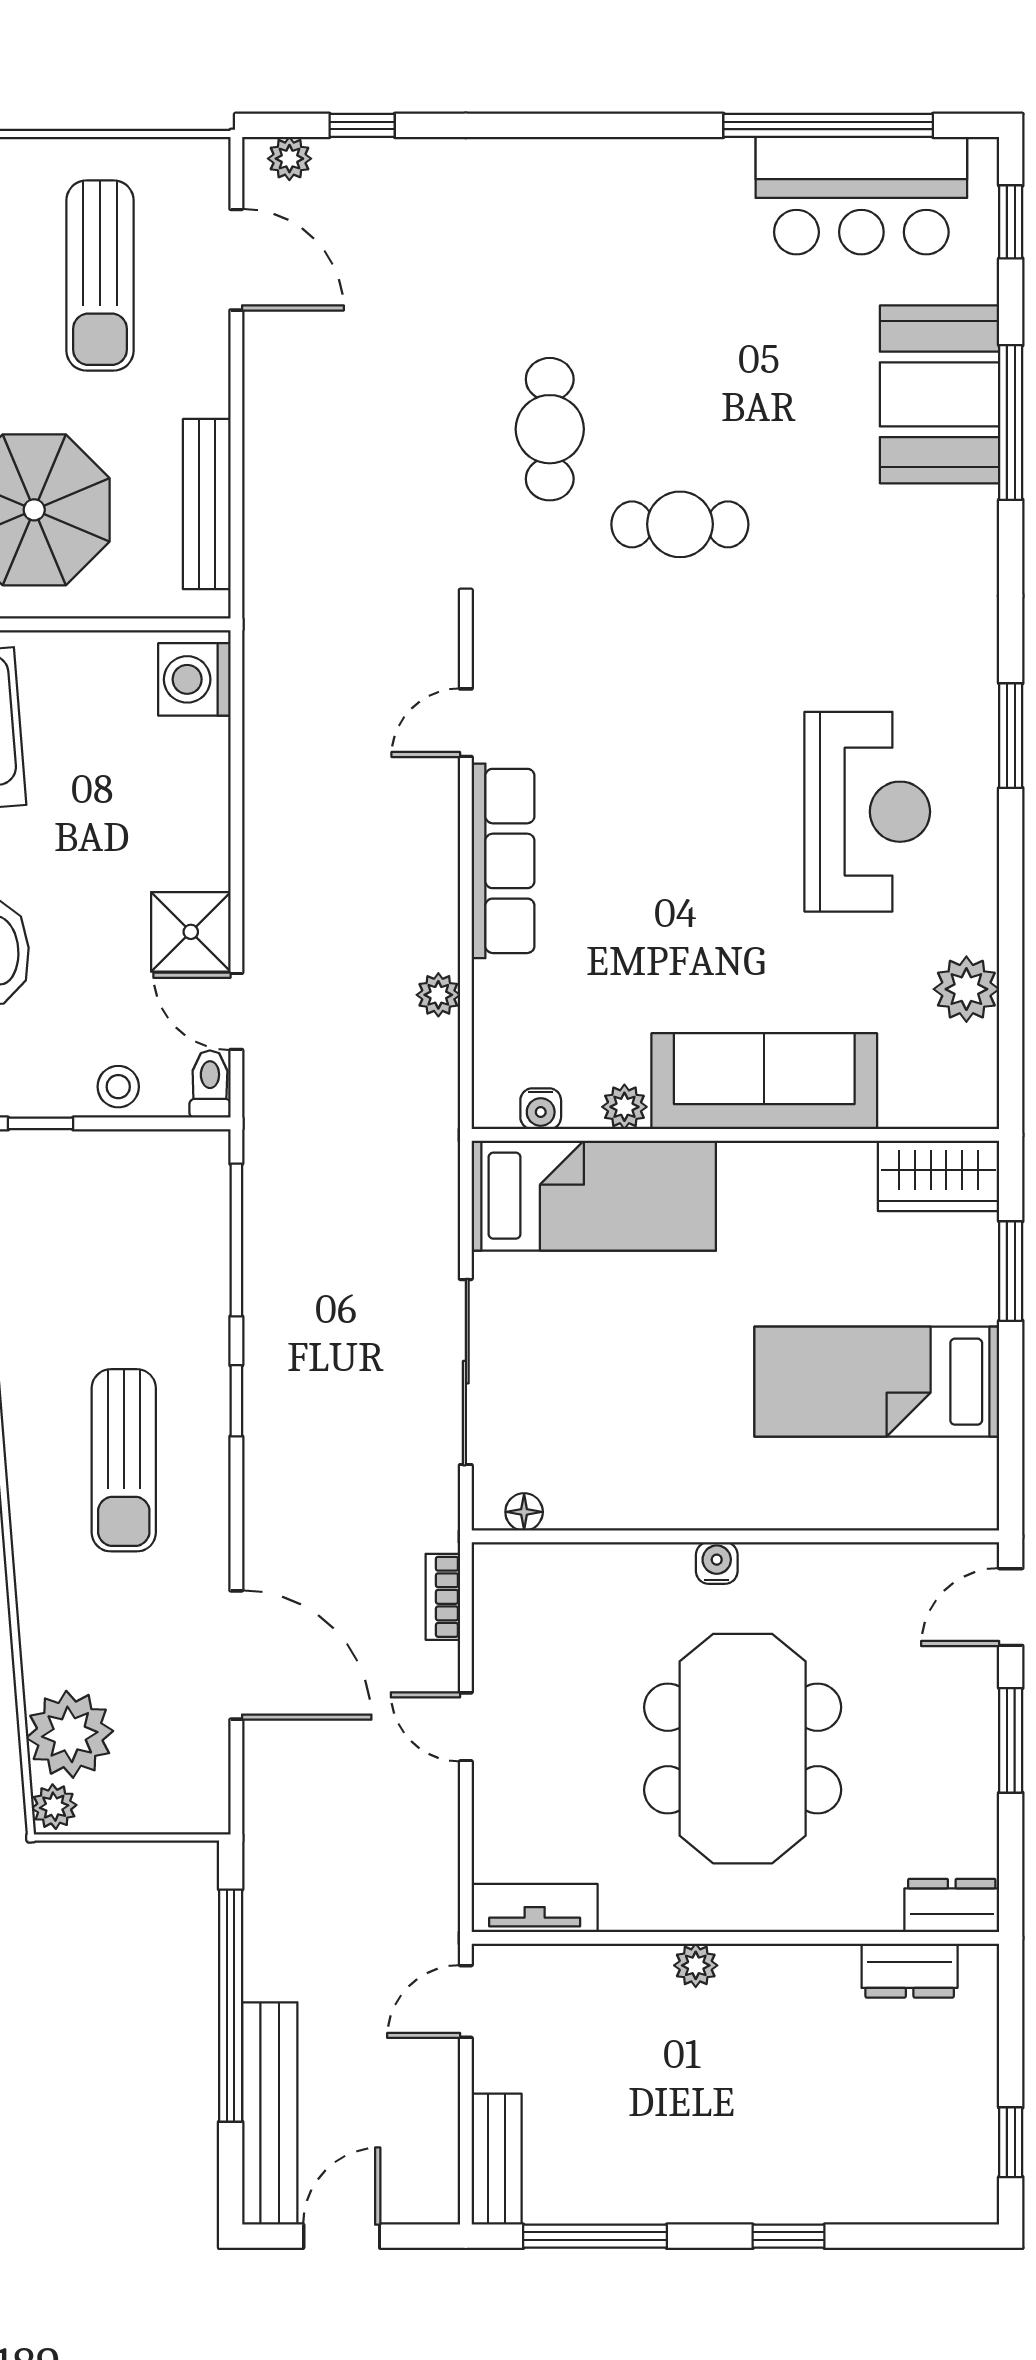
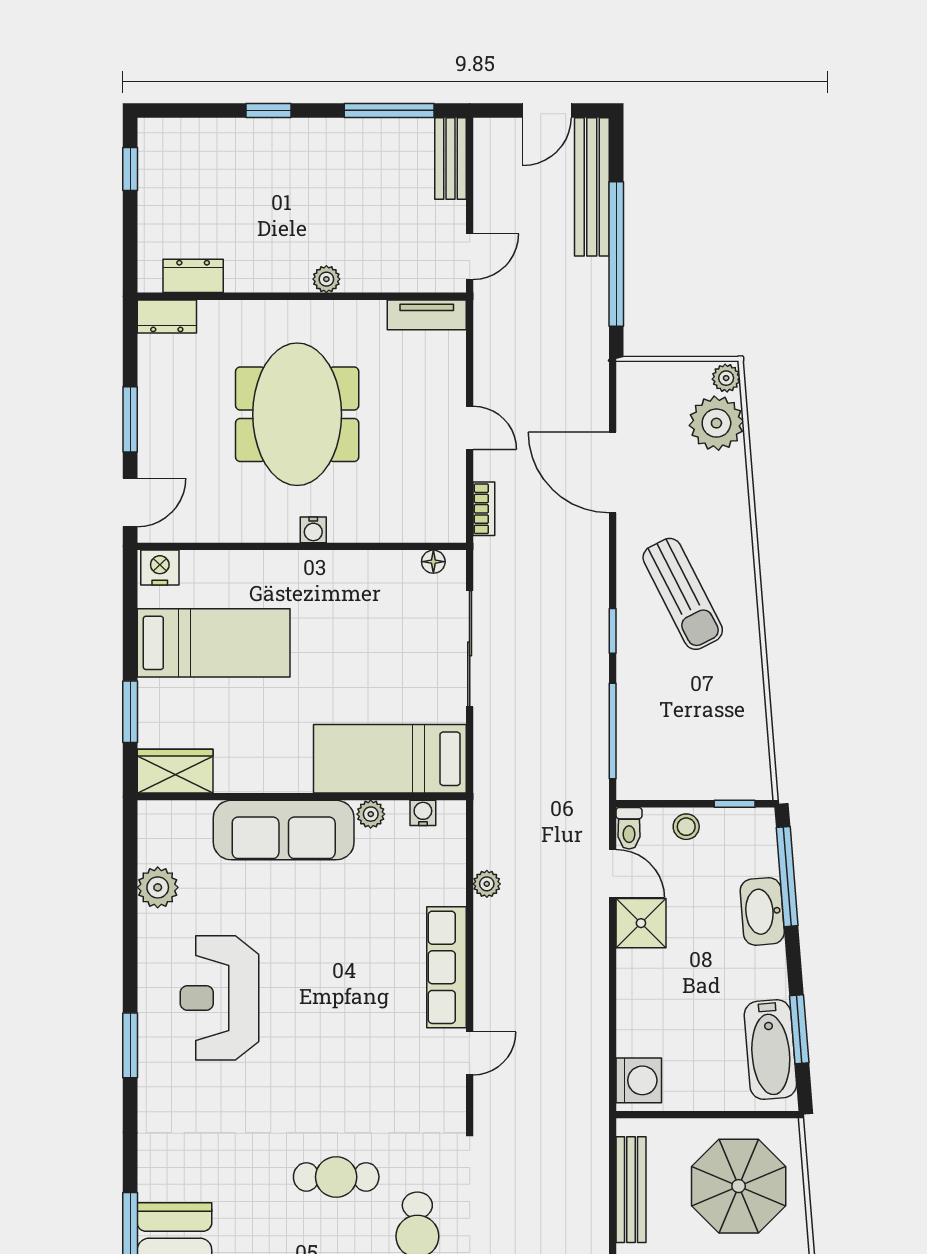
sun lounger: (124, 1460) -> (683, 594), turned 153
nightstand: (963, 1503) -> (160, 568), added

